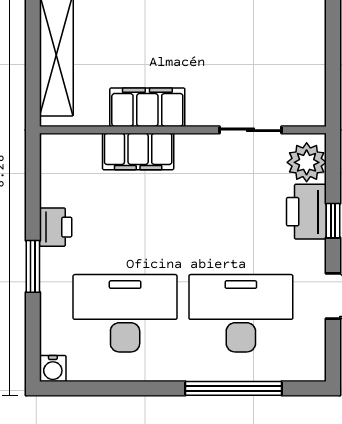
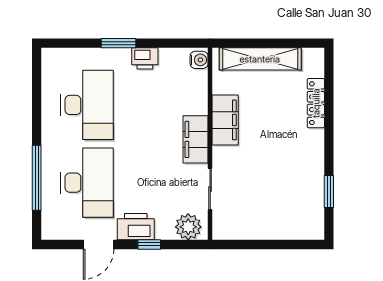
filing cabinet: (138, 151) -> (196, 139), moved
printer: (306, 212) -> (136, 227), moved
water cooler: (53, 369) -> (199, 60), moved, turned 180

